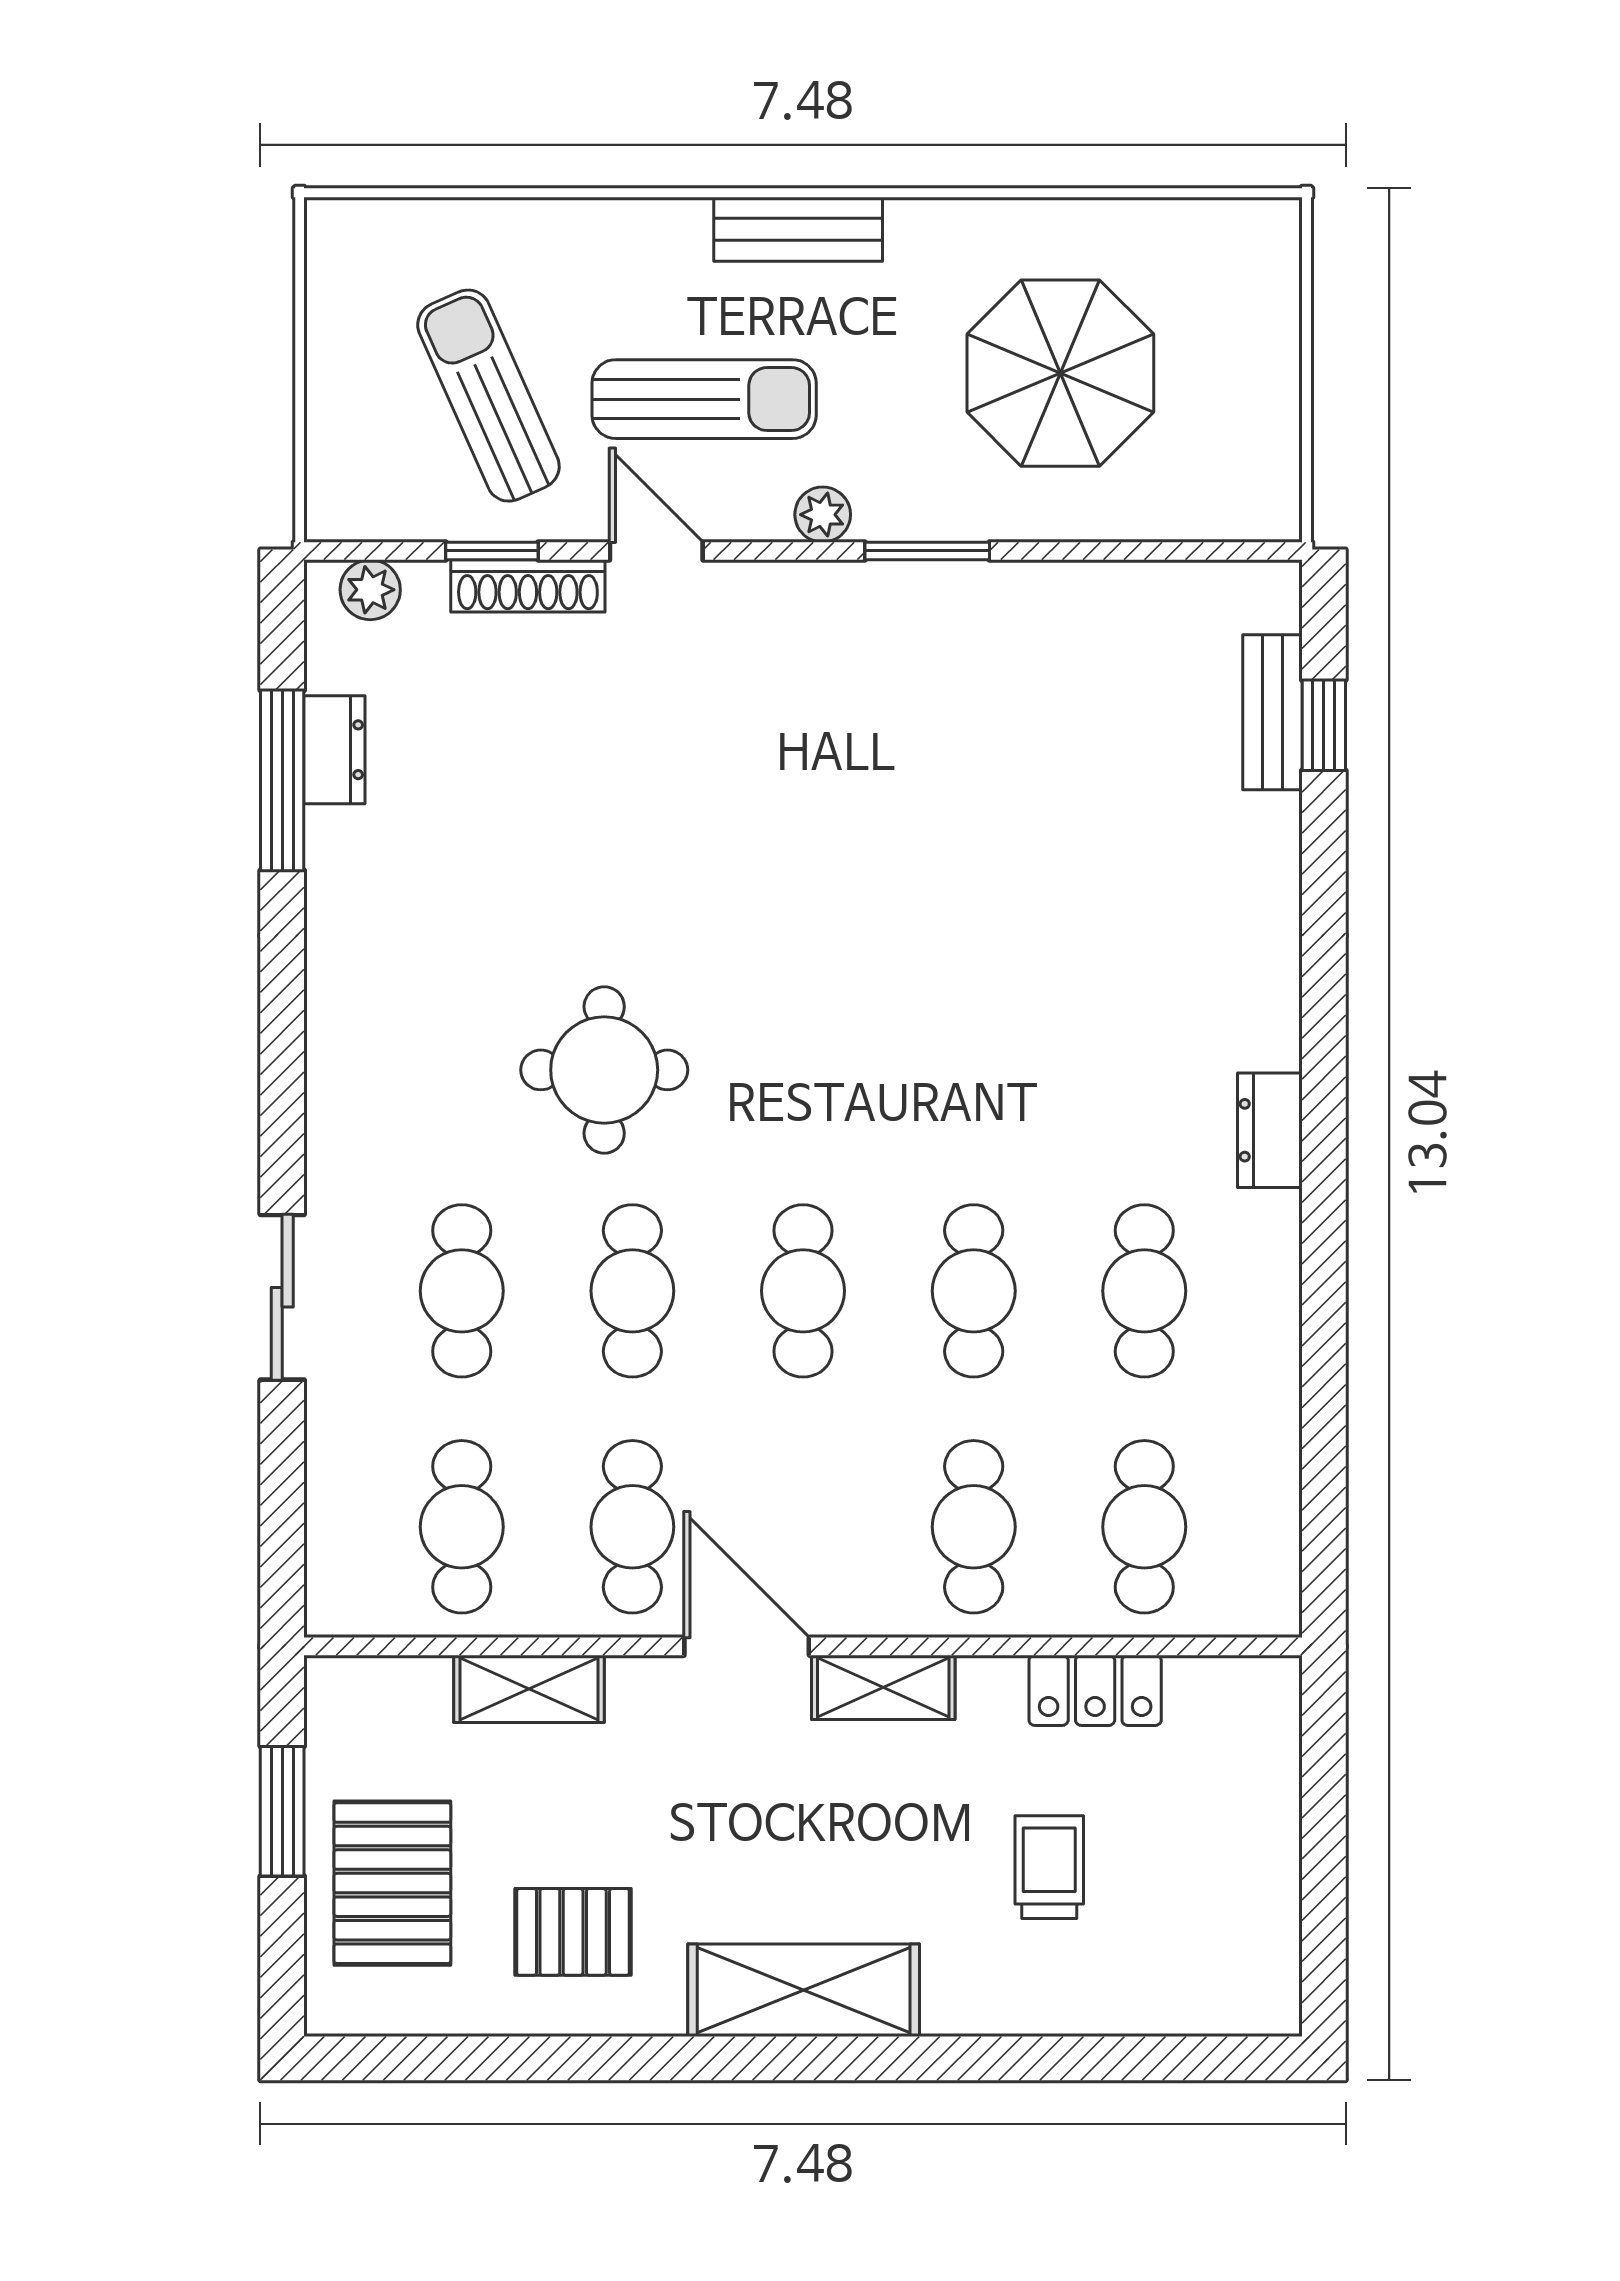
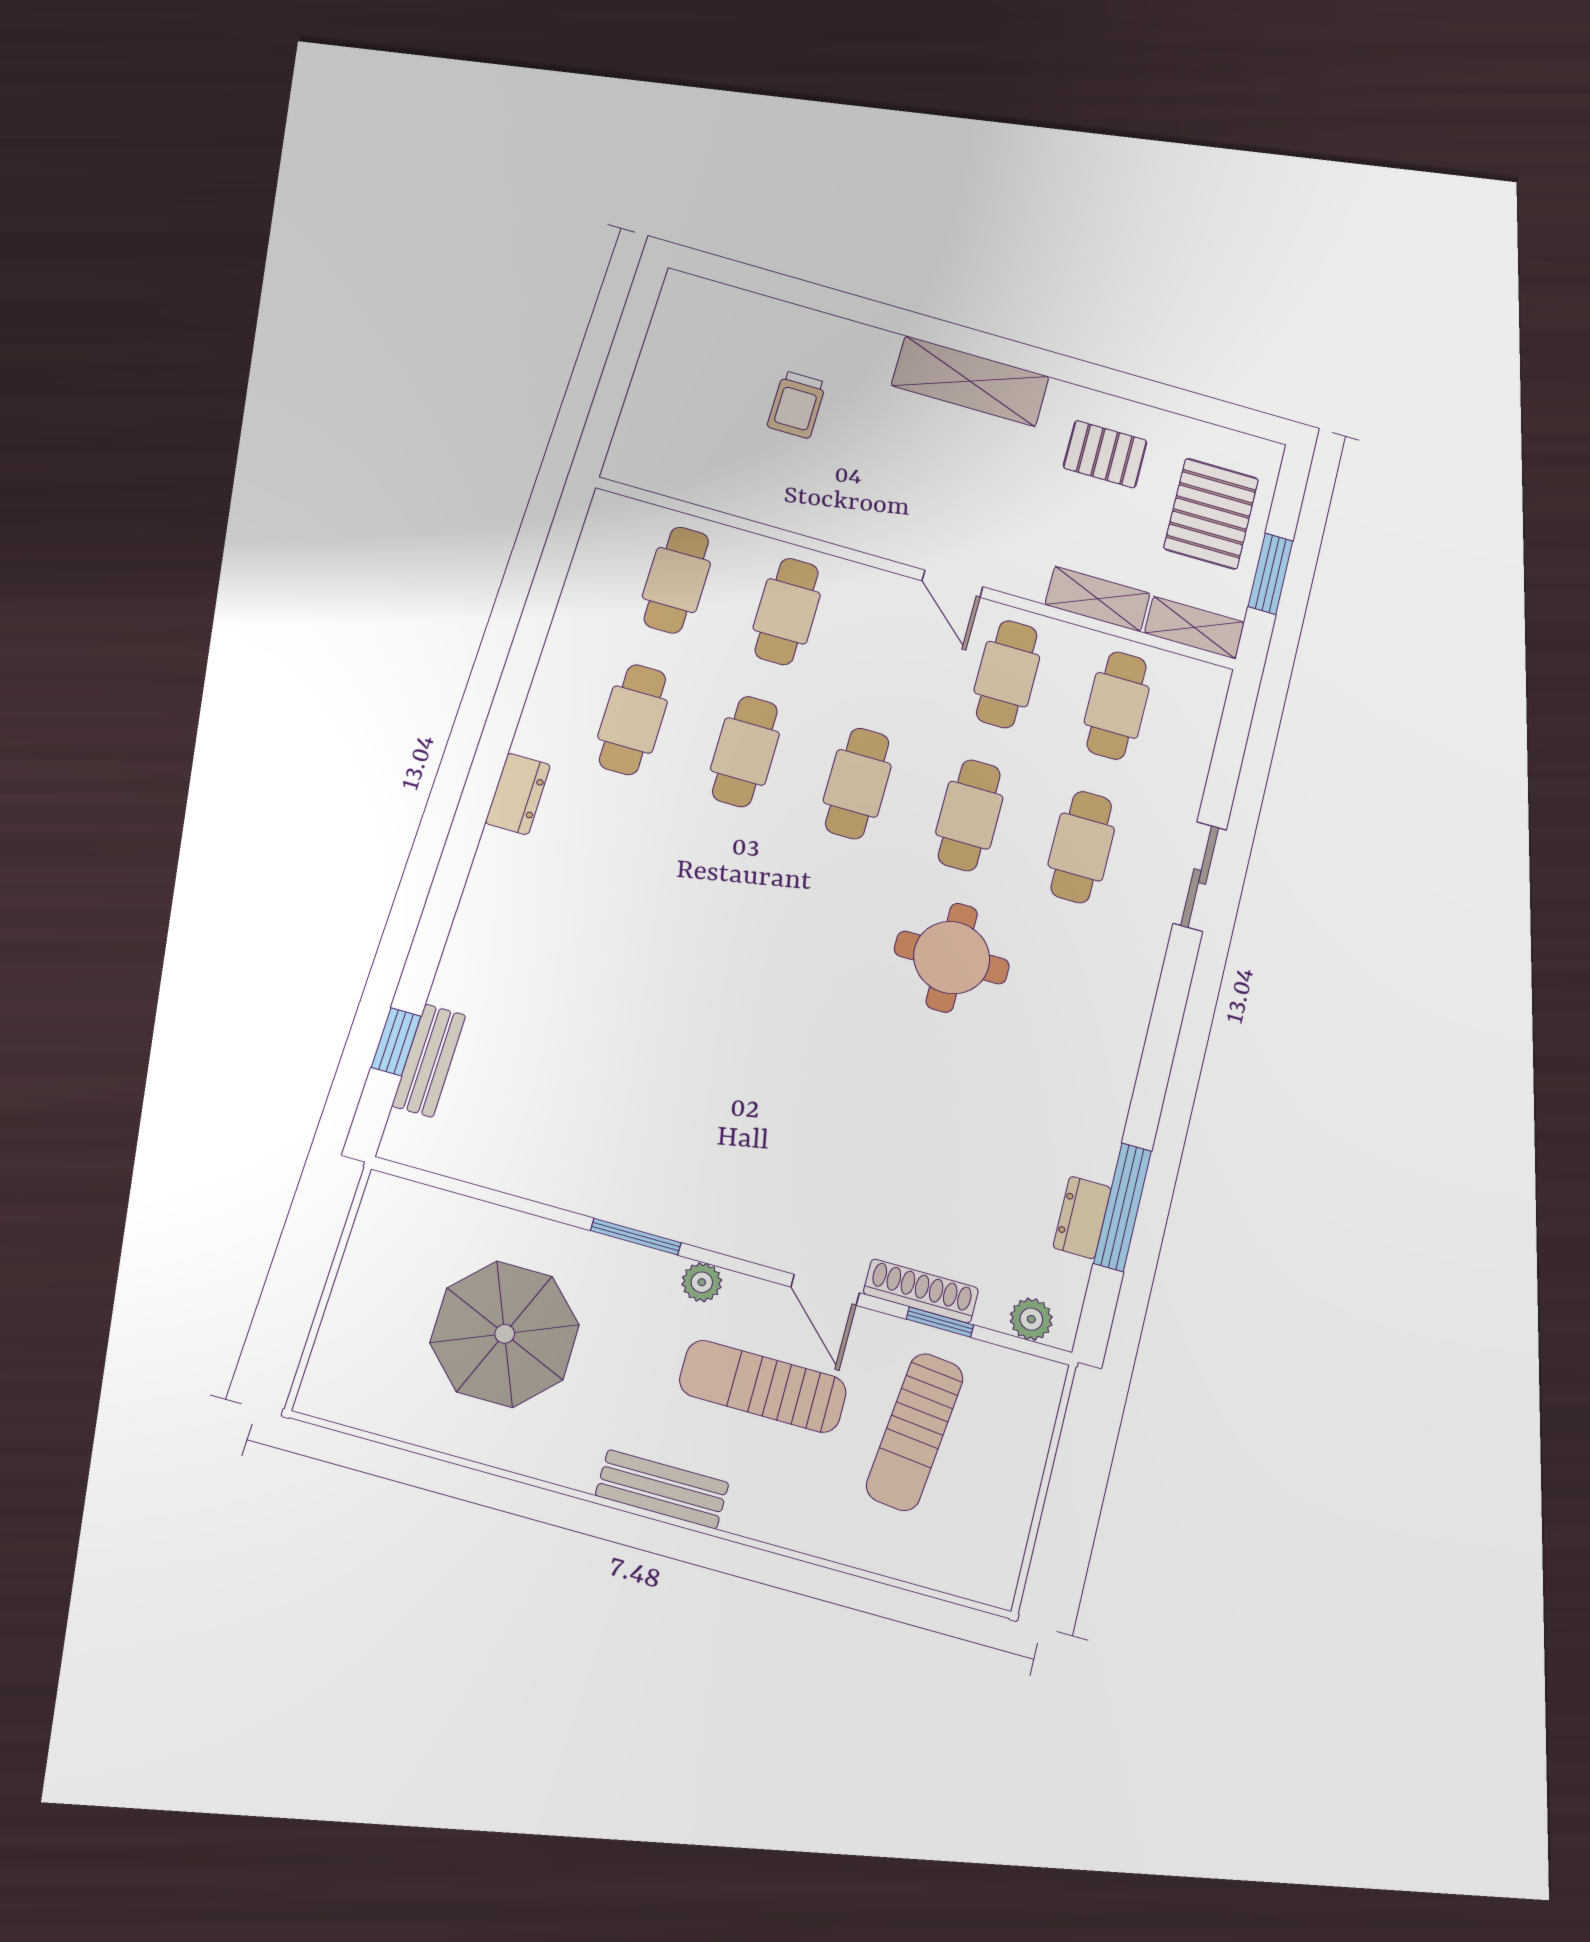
sun lounger: (488, 396) -> (915, 1432), turned 30
door: (747, 1646) -> (952, 584), width x0.73
shelving: (883, 1687) -> (1194, 627), moved
locker: (1095, 1690) -> (737, 495), removed

